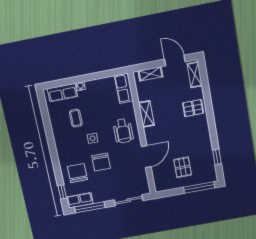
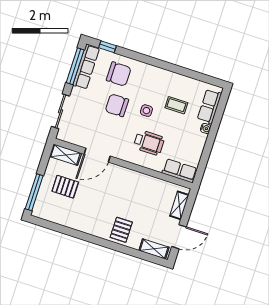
shelving: (146, 114) -> (66, 155), moved
wheelchair: (123, 131) -> (149, 143), moved, turned 180
door: (146, 157) -> (97, 155), hinge flipped
window: (217, 157) -> (57, 228), removed
row of seats: (80, 200) -> (86, 67), width x1.48

